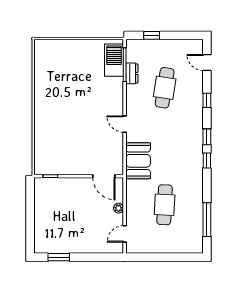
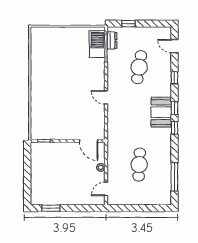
dresser: (132, 73) -> (112, 40), moved
booth: (138, 161) -> (161, 112), moved

